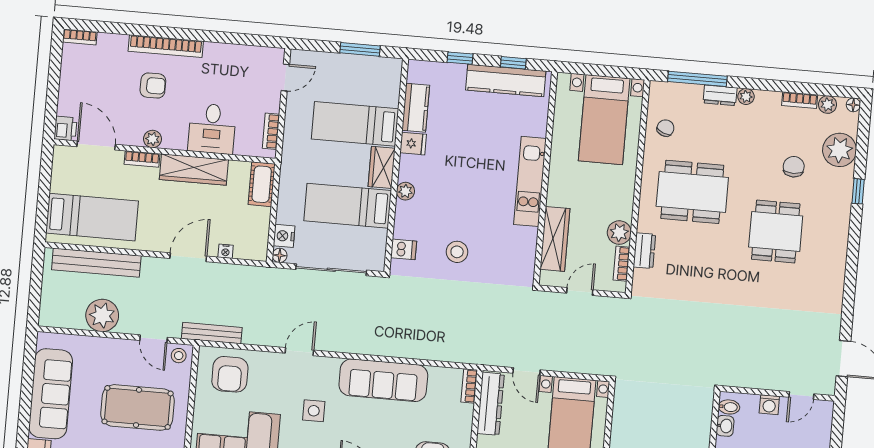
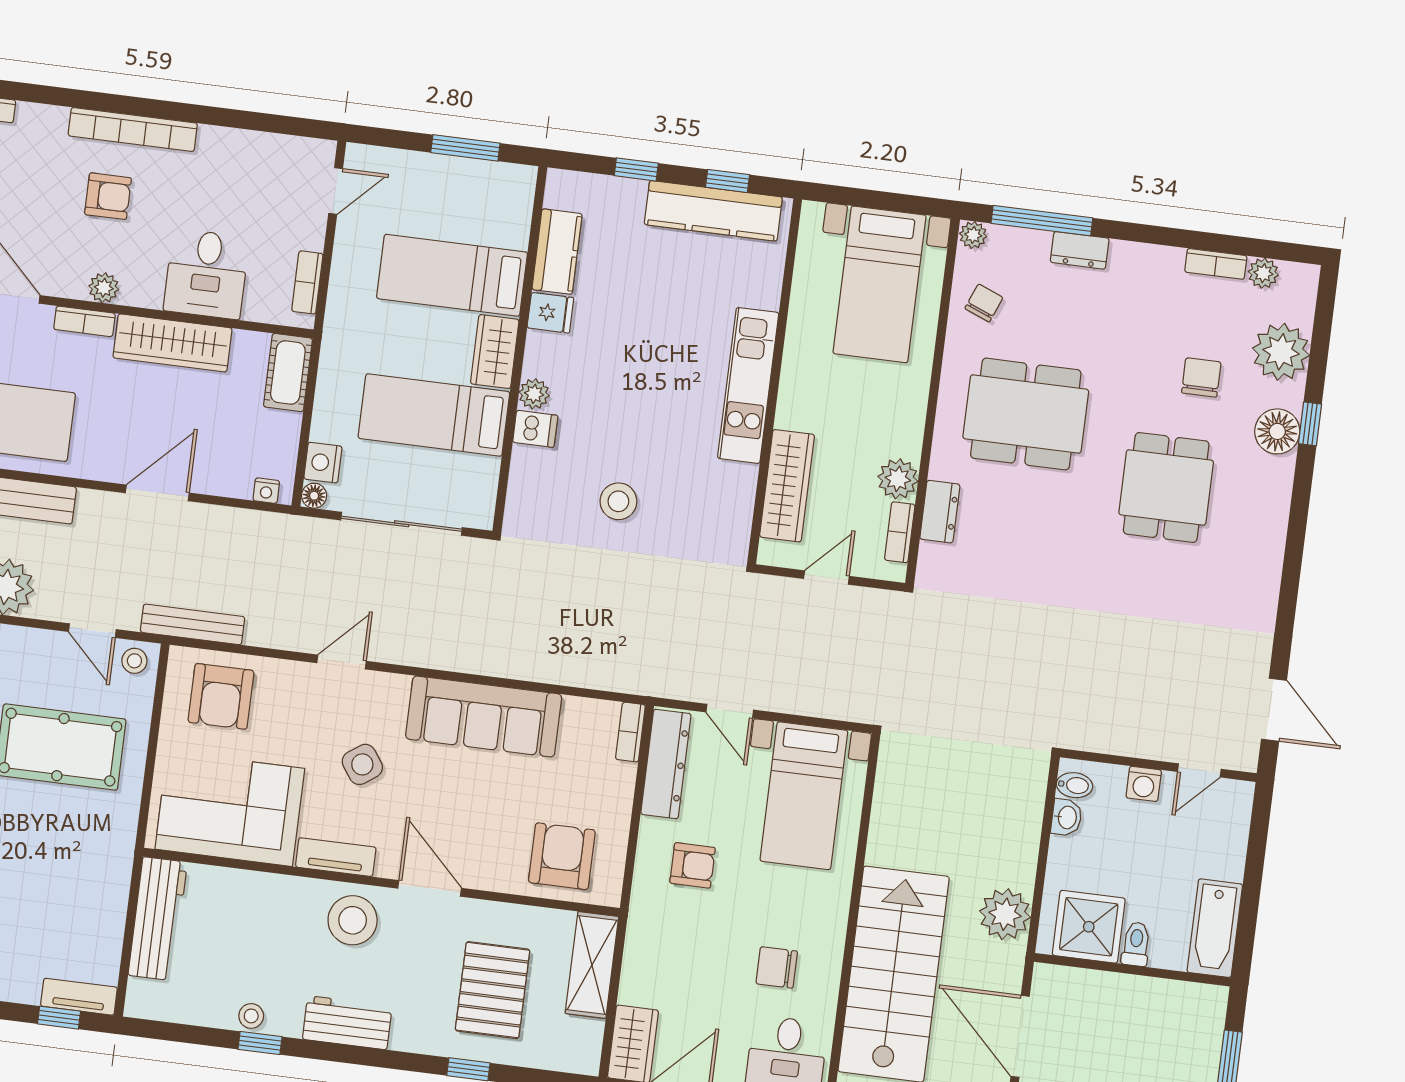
plant: (746, 97) -> (973, 235), moved
floor lamp: (853, 105) -> (1277, 431), moved, width x1.89, depth x1.89
dishwasher: (404, 249) -> (535, 429), moved
nightstand: (226, 251) -> (266, 491), moved
side table: (314, 411) -> (362, 764), turned -35

